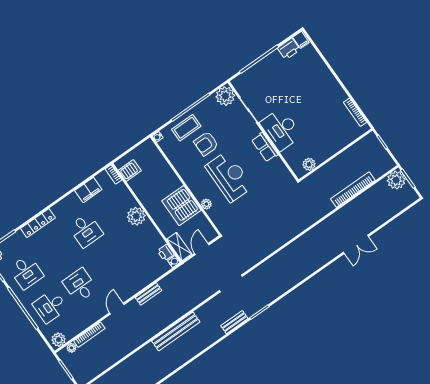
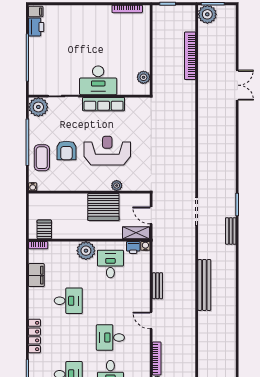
row of seats: (265, 147) -> (104, 104), width x1.48
desk: (139, 244) -> (110, 264), added

